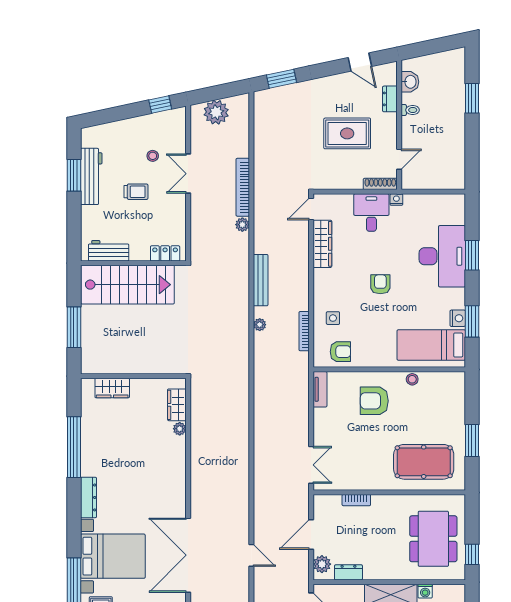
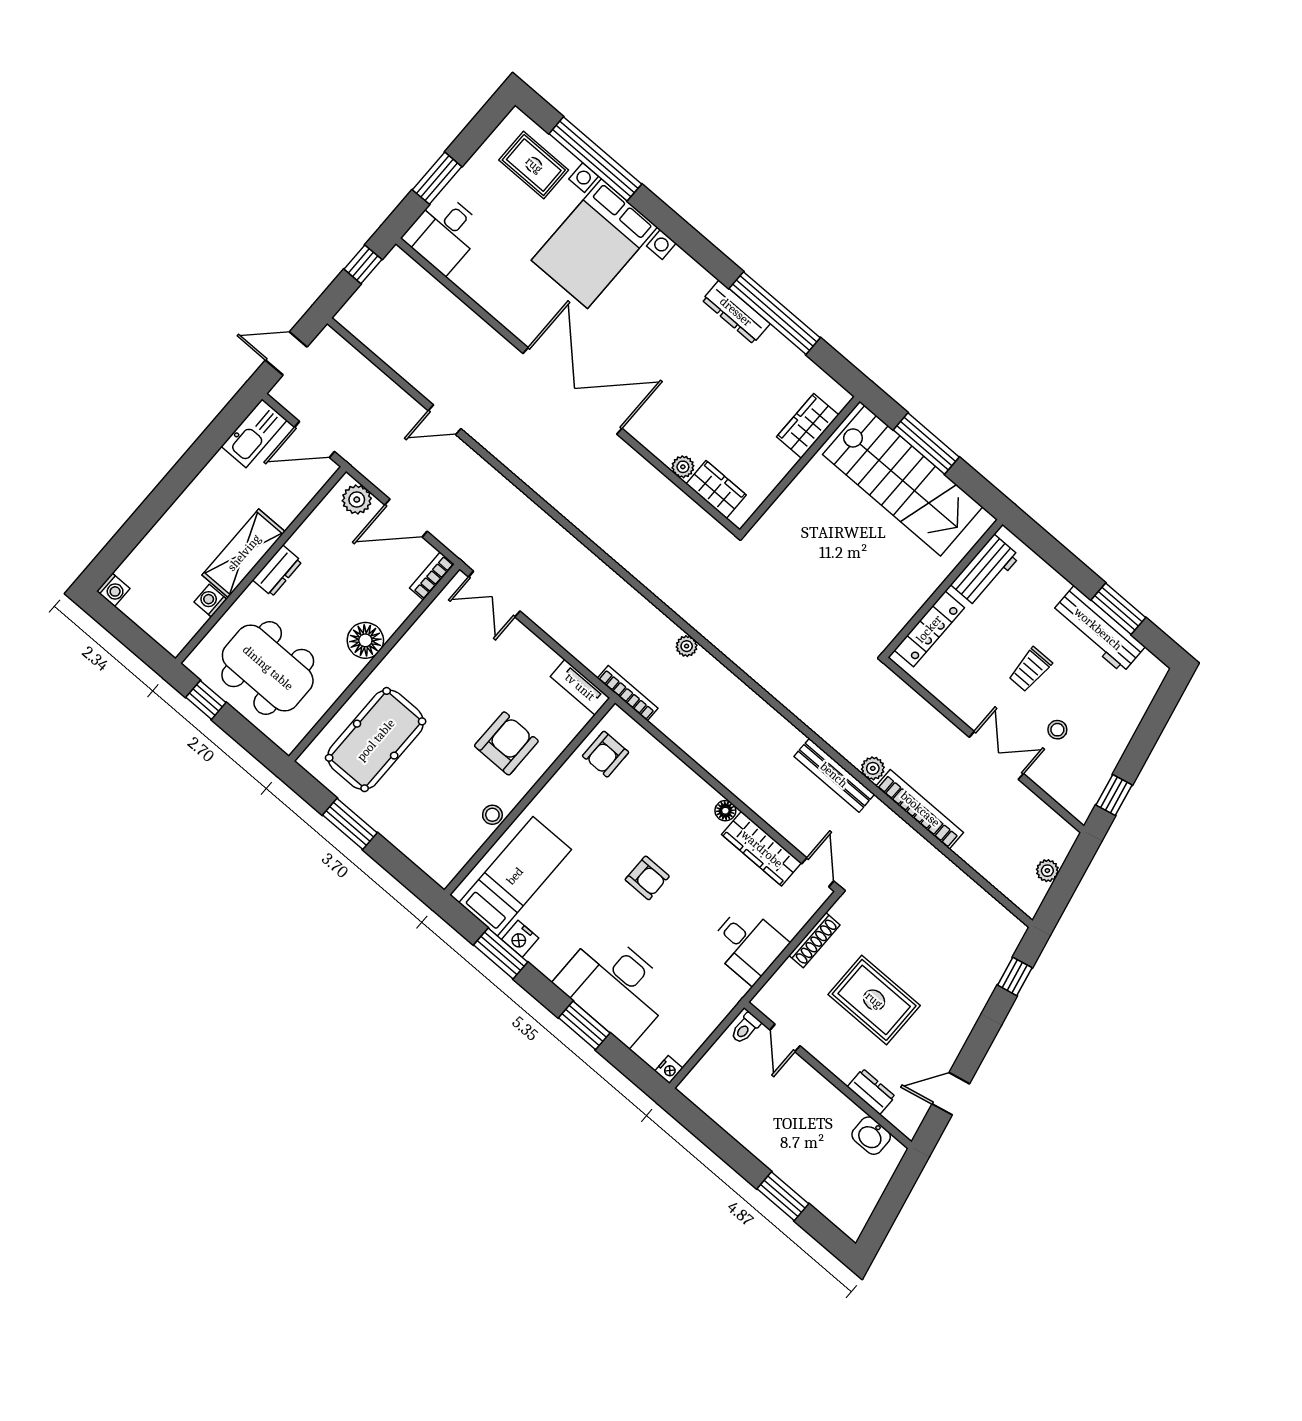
window: (281, 79) -> (1015, 976), width x0.67
toilet: (410, 110) -> (746, 1028), moved
plant: (216, 112) -> (1047, 871), width x0.53, depth x0.53
rug: (347, 133) -> (874, 1000), turned 90
shoe rack: (380, 184) -> (814, 940), moved
nightstand: (396, 200) -> (669, 1070), moved
locker: (165, 253) -> (929, 629), width x1.53
floor lamp: (319, 275) -> (725, 811), added
bench: (261, 280) -> (834, 775), moved
stairs: (128, 285) -> (903, 481), moved, turned -90
side table: (333, 318) -> (656, 781), removed
plant: (260, 325) -> (687, 646), moved
bookcase: (304, 331) -> (628, 693), moved
dresser: (89, 497) -> (736, 312), moved
bookcase: (356, 500) -> (432, 576), moved
floor lamp: (383, 505) -> (365, 640), added
door: (311, 534) -> (406, 518), swing flipped
double door: (188, 555) -> (572, 391), moved
dresser: (348, 572) -> (277, 571), moved

